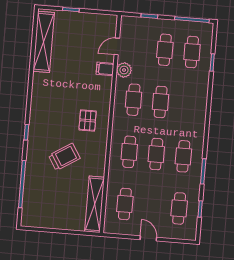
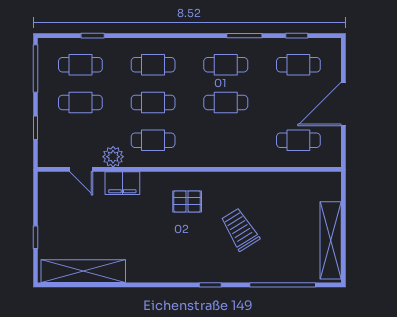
filing cabinet: (105, 69) -> (122, 183), width x2.00
cafe table: (129, 152) -> (153, 65), moved
shelving: (95, 204) -> (331, 240), moved, turned 90
door: (148, 238) -> (343, 104), width x1.88

